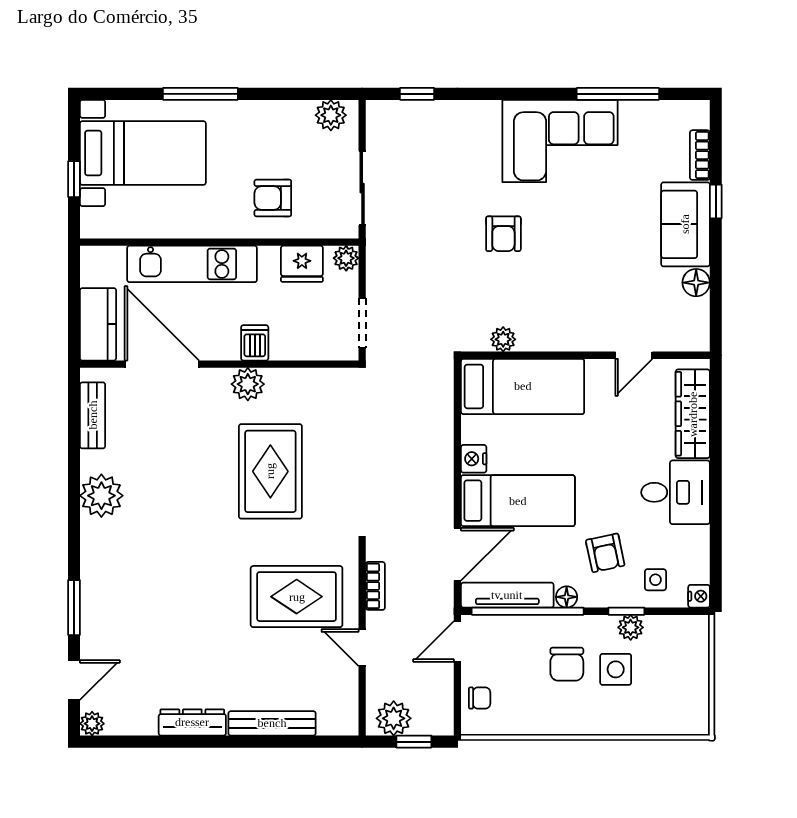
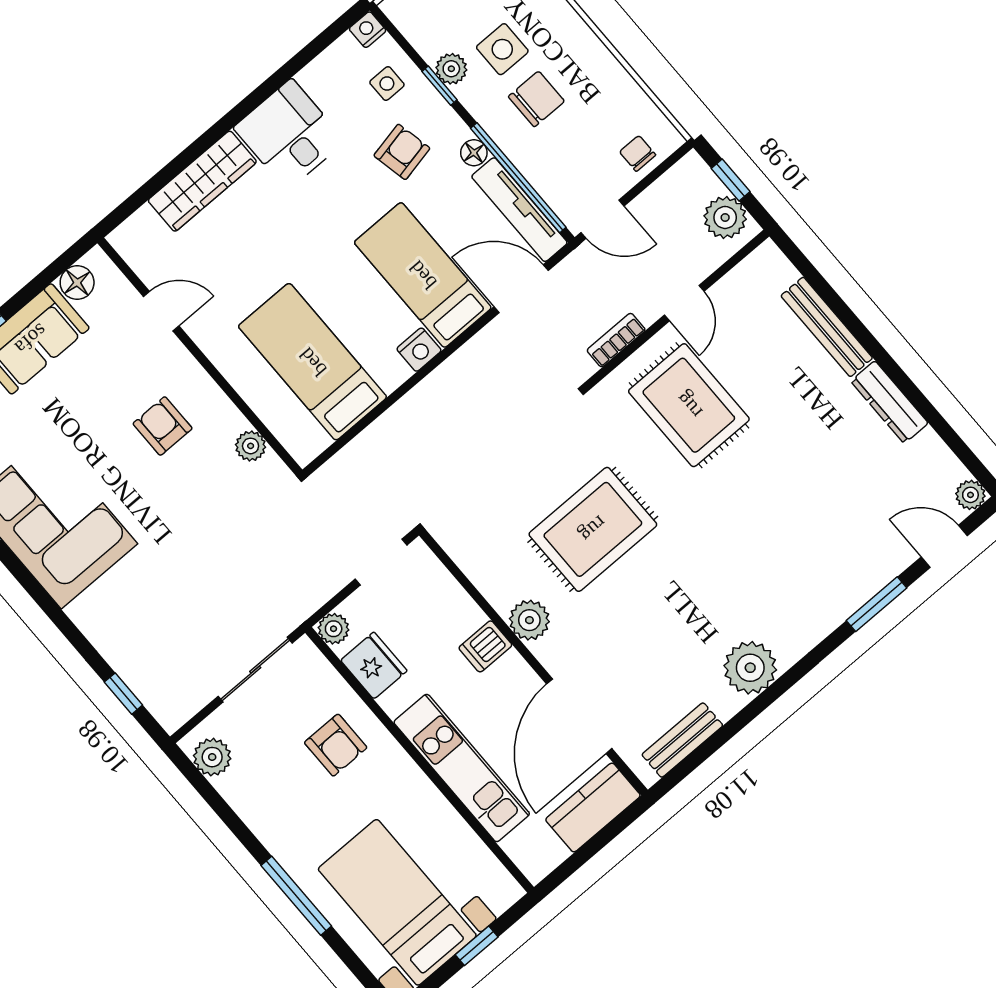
armchair: (503, 234) -> (163, 426), moved, turned -90
plant: (503, 339) -> (251, 446), moved
wall: (585, 355) -> (200, 356), moved
door: (634, 355) -> (161, 311), moved

